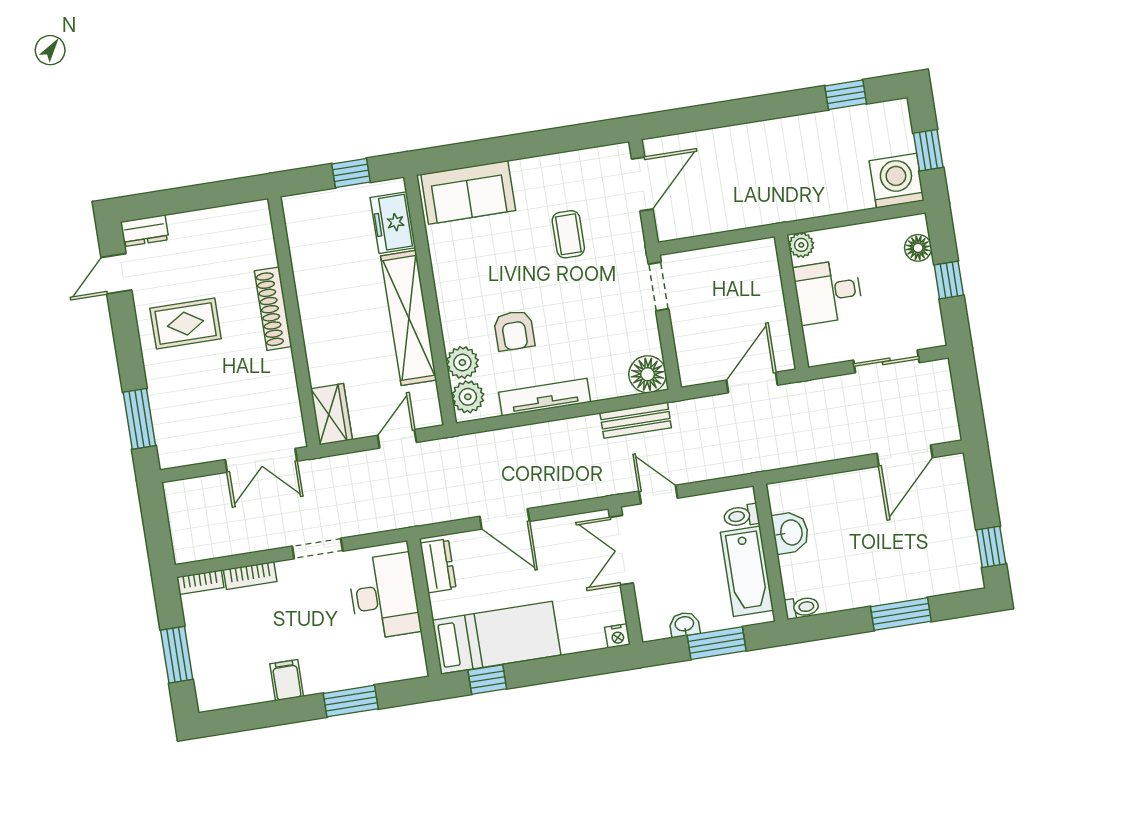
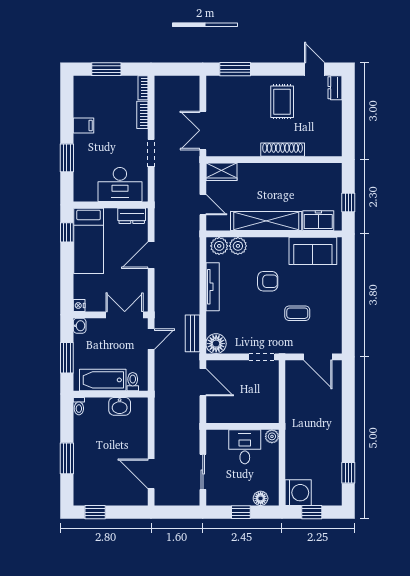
sofa: (468, 192) -> (313, 251), moved, turned -90
armchair: (514, 331) -> (268, 281), moved, turned 180
door: (752, 383) -> (203, 382), moved
washbasin: (684, 624) -> (80, 326), moved

